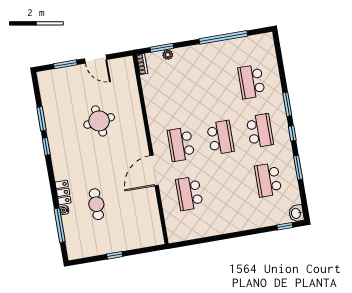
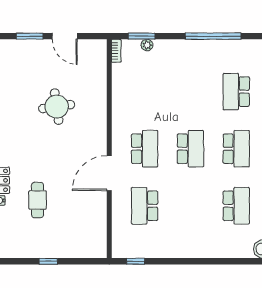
school desk: (181, 144) -> (145, 149), turned 180
school desk: (268, 180) -> (236, 206), turned 180
window: (285, 226) -> (136, 261), moved

